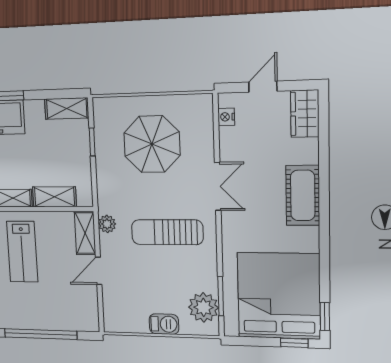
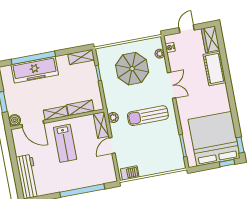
cot: (303, 195) -> (214, 69), moved
plant: (203, 307) -> (160, 54), moved, width x0.53, depth x0.53
barbecue: (164, 324) -> (130, 173), moved

